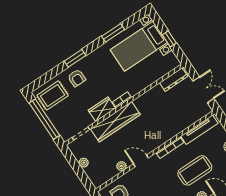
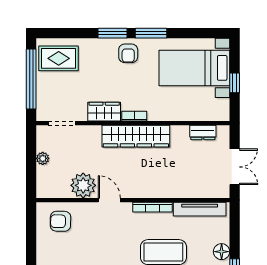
window: (113, 33) -> (151, 33), moved
armchair: (77, 78) -> (128, 53), moved
dresser: (174, 80) -> (203, 132), width x0.70
wardrobe: (115, 122) -> (136, 136), moved
plant: (122, 166) -> (83, 185), width x1.87, depth x1.87

